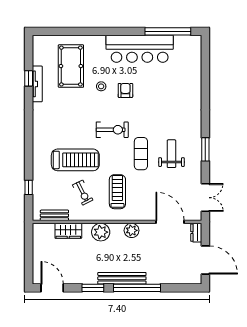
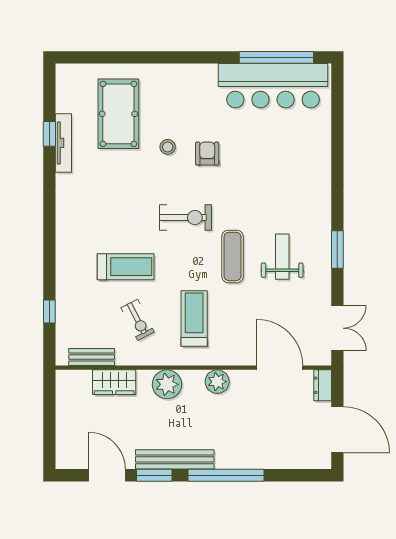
bar counter: (140, 49) -> (273, 86), moved
treadmill: (75, 160) -> (126, 267), width x0.73, depth x0.73
bench: (122, 278) -> (175, 459), moved
door: (52, 288) -> (107, 475), moved

